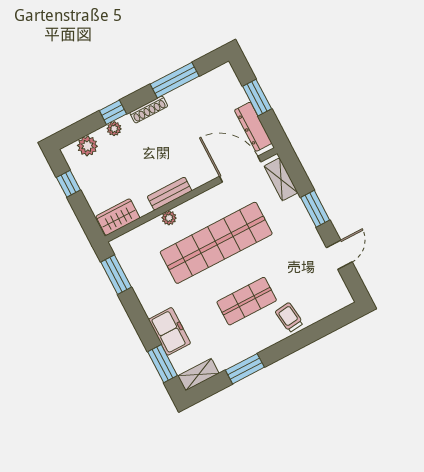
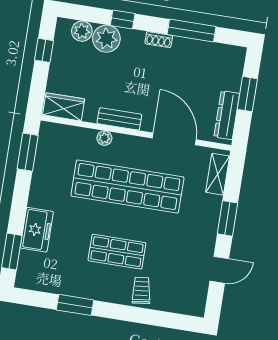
shoe rack: (149, 109) -> (159, 40), width x0.70
plant: (114, 129) -> (106, 39), width x1.88, depth x1.88
door: (240, 169) -> (174, 139), moved
shelving: (198, 375) -> (34, 282), removed

